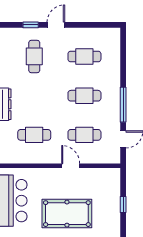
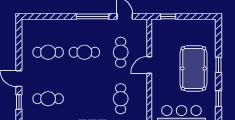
cafe table: (84, 56) -> (48, 52), turned 90
cafe table: (84, 96) -> (84, 52), turned 90
window: (123, 204) -> (168, 16), moved

